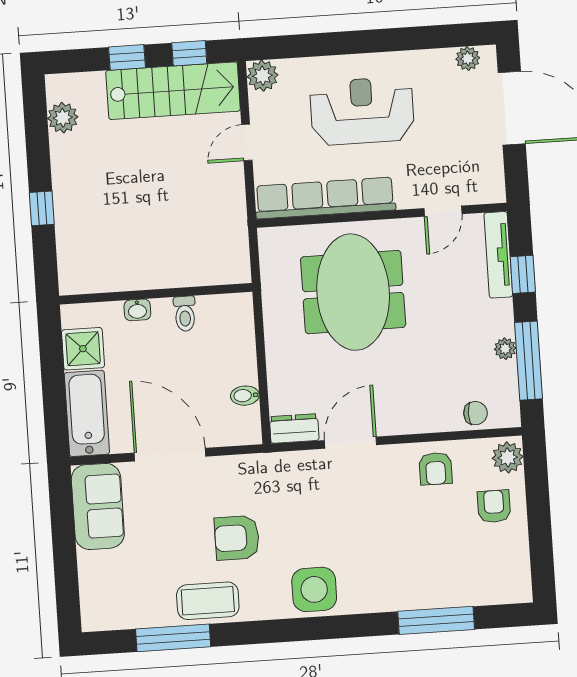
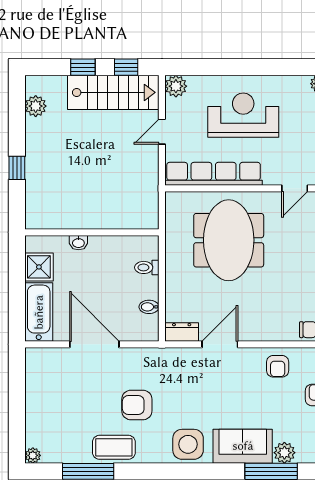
toilet: (185, 314) -> (147, 267), moved, turned 90
sofa: (98, 506) -> (243, 446), moved, turned -90
plant: (454, 592) -> (284, 453), added
plant: (92, 620) -> (33, 455), added

